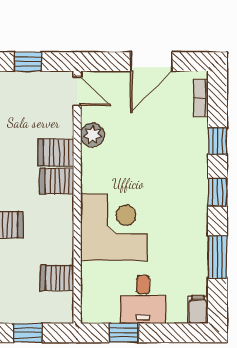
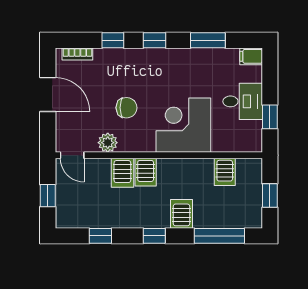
door: (77, 91) -> (72, 155), swing flipped
chair: (135, 158) -> (127, 108), added

